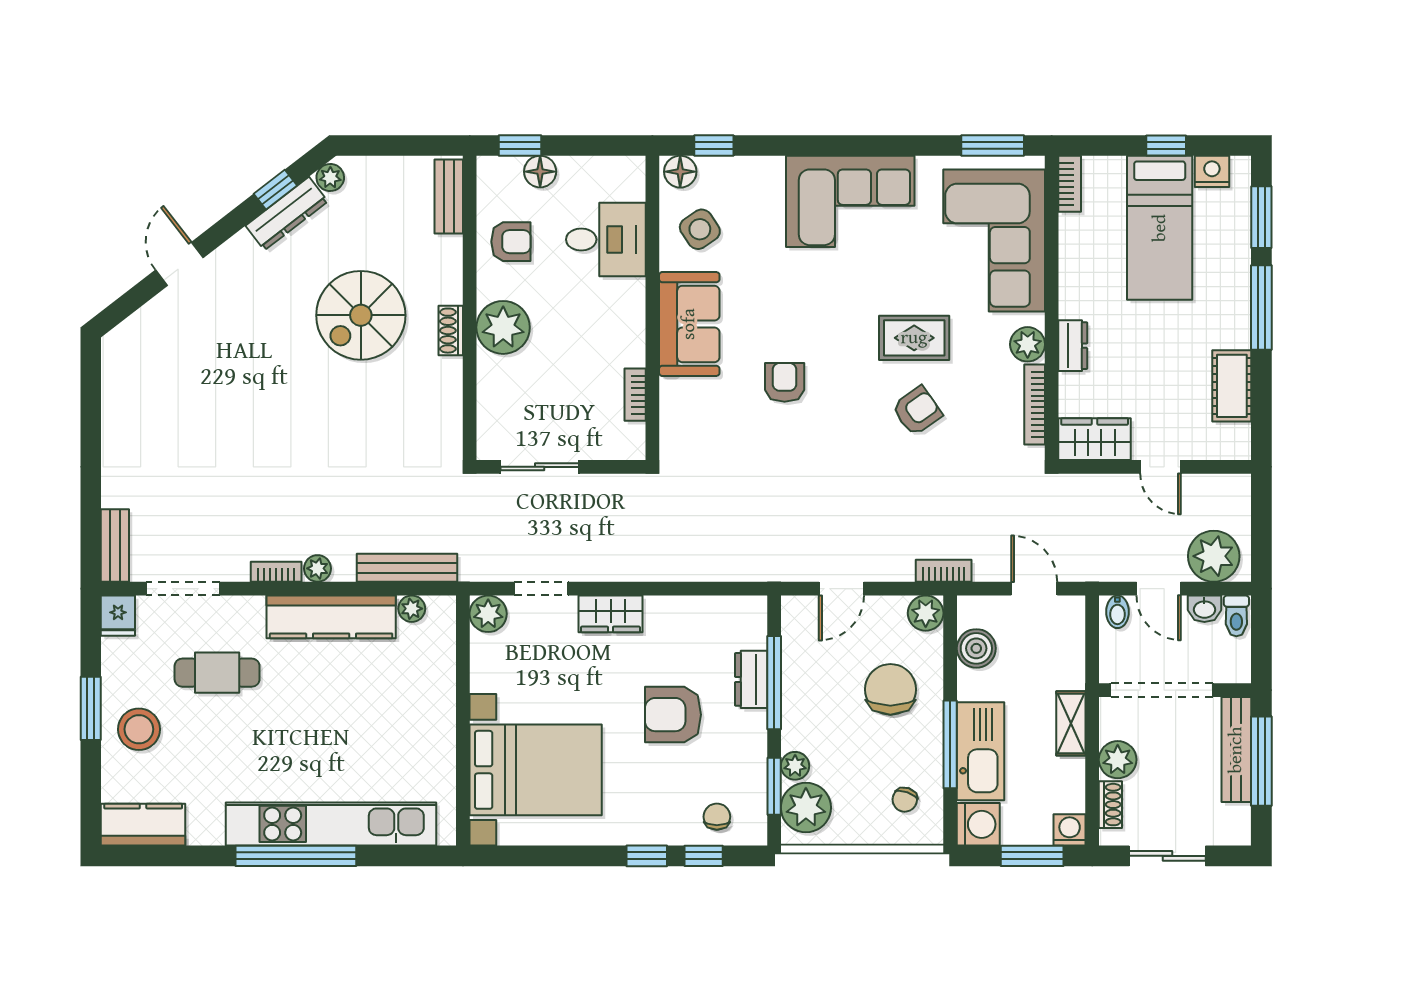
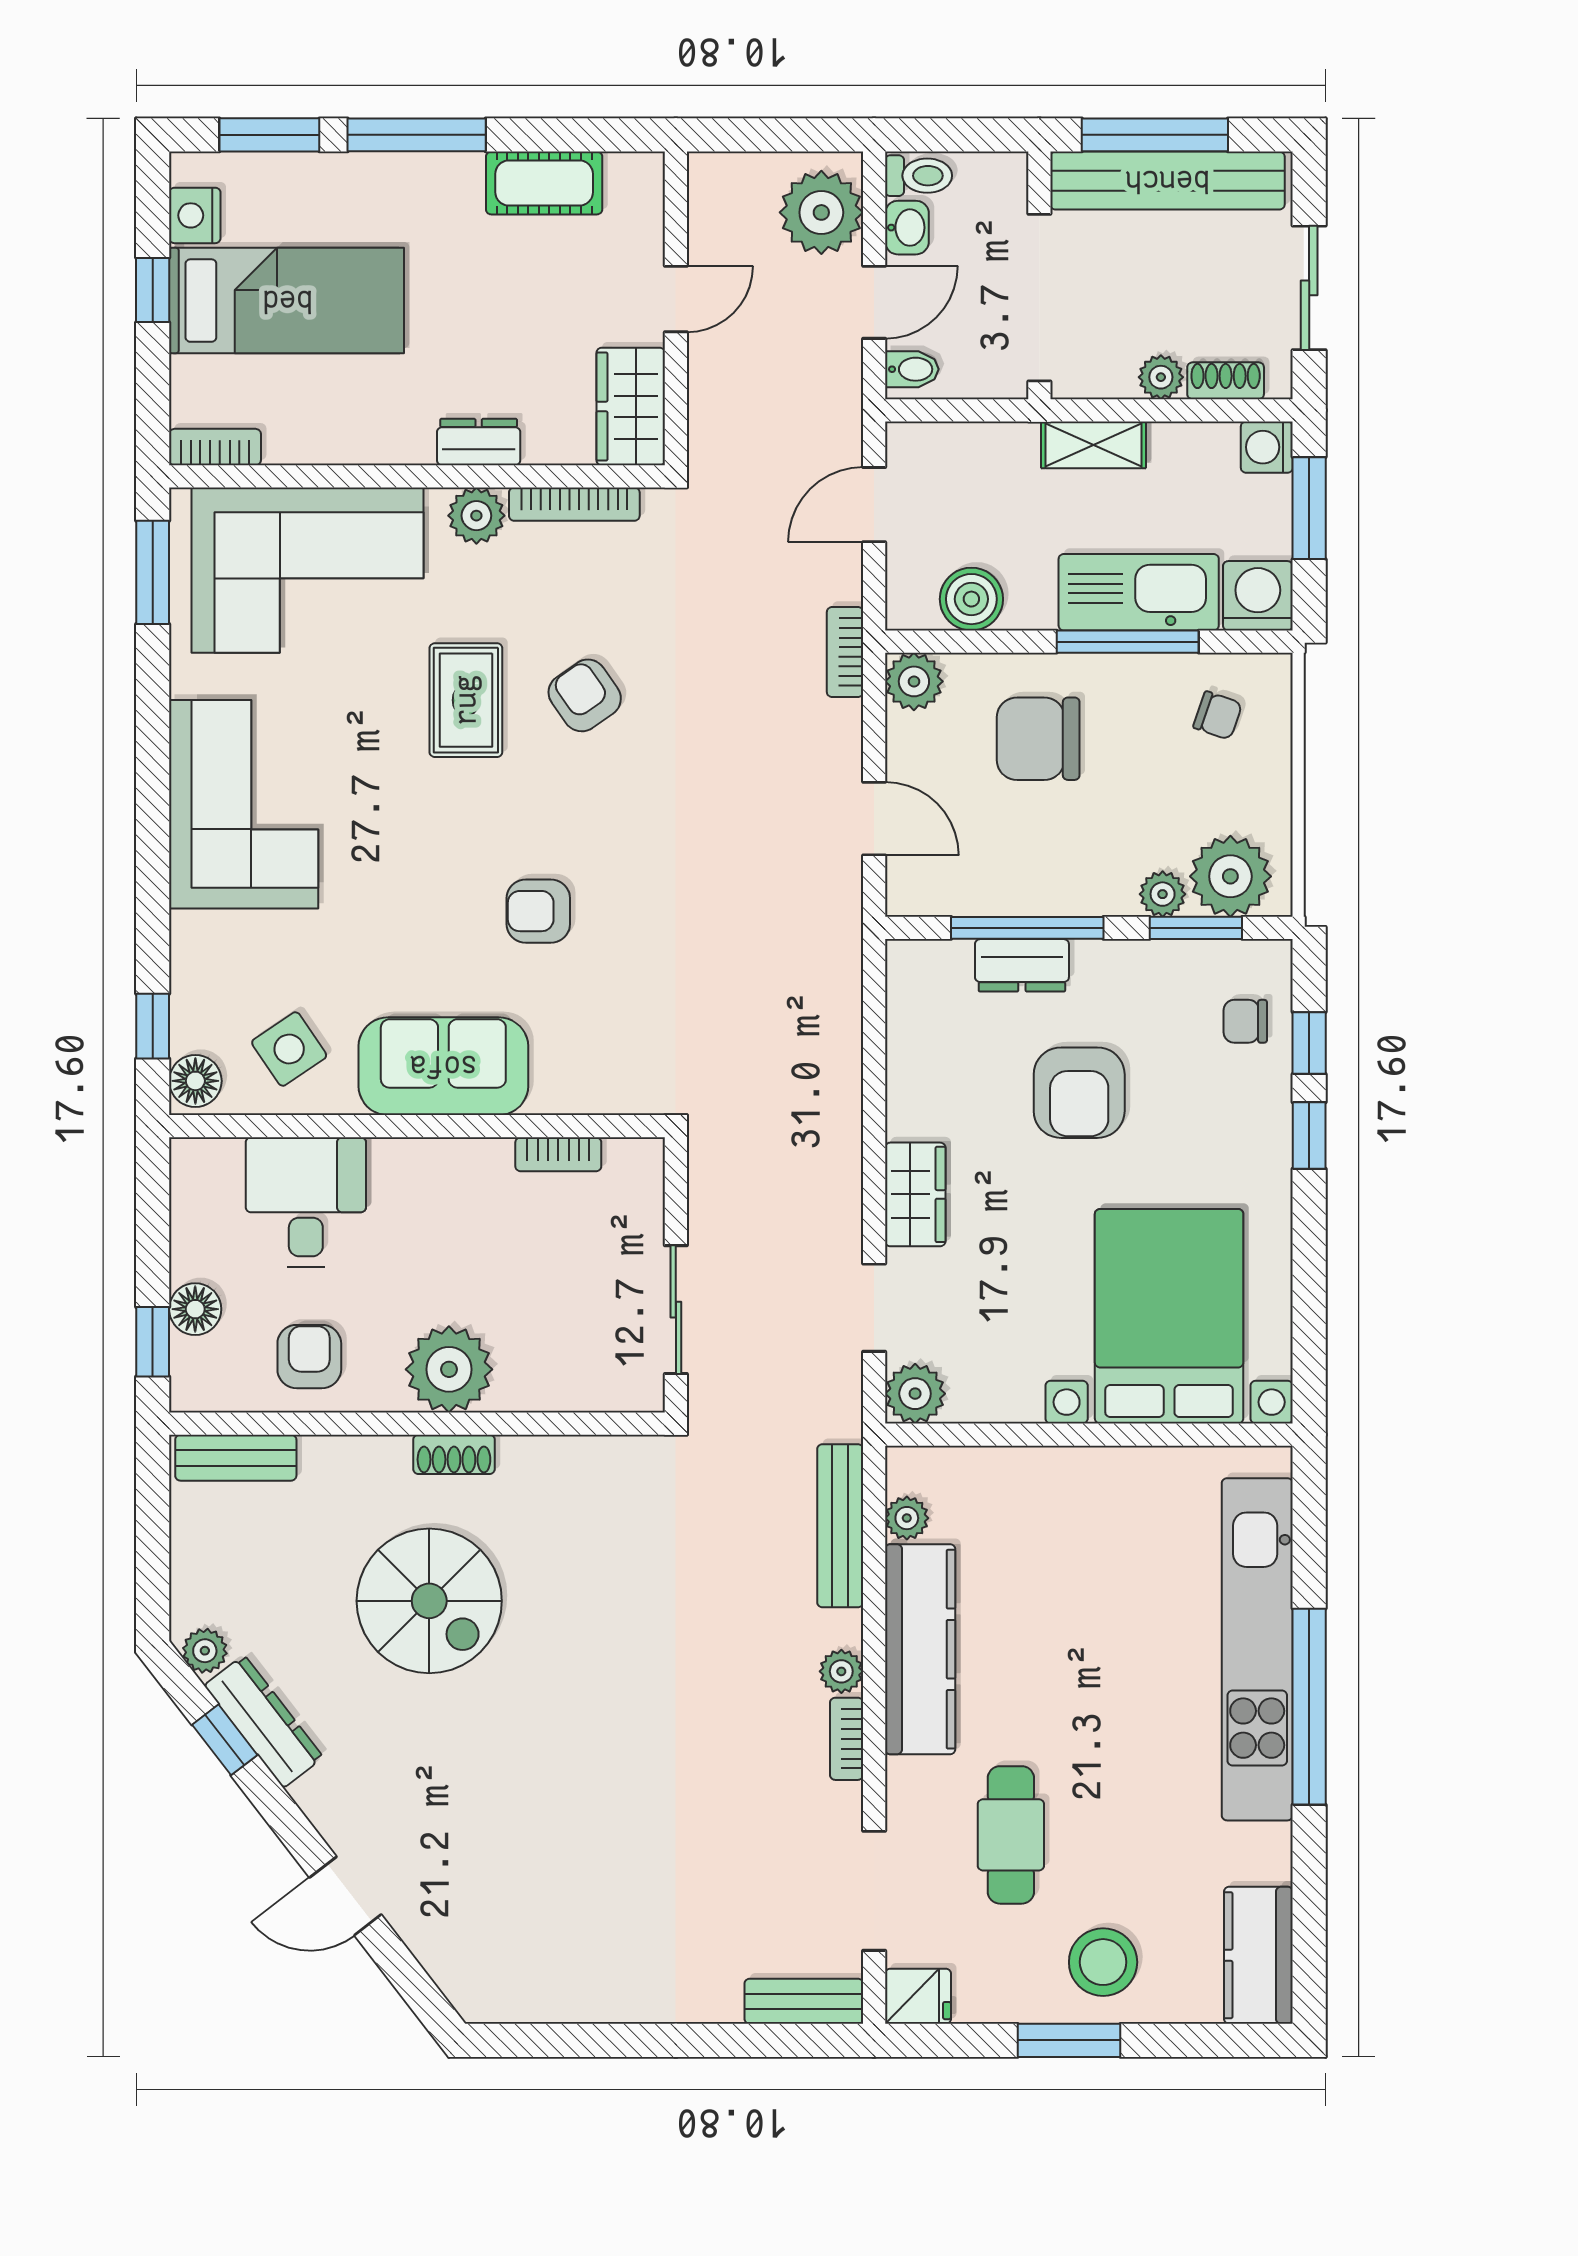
bench: (1236, 750) -> (1167, 181), width x1.37, depth x1.21
plant: (1118, 760) -> (1161, 377), width x0.73, depth x0.73

